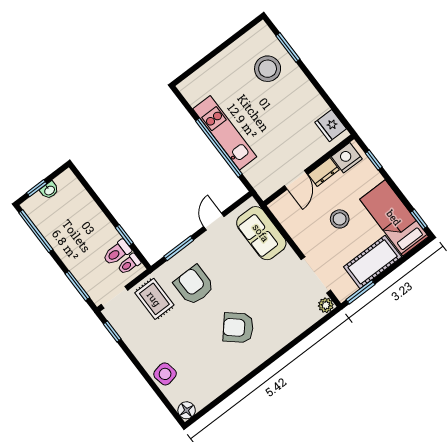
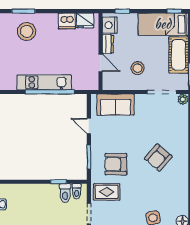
dishwasher: (314, 105) -> (67, 21), added
stool: (340, 219) -> (138, 68), moved

